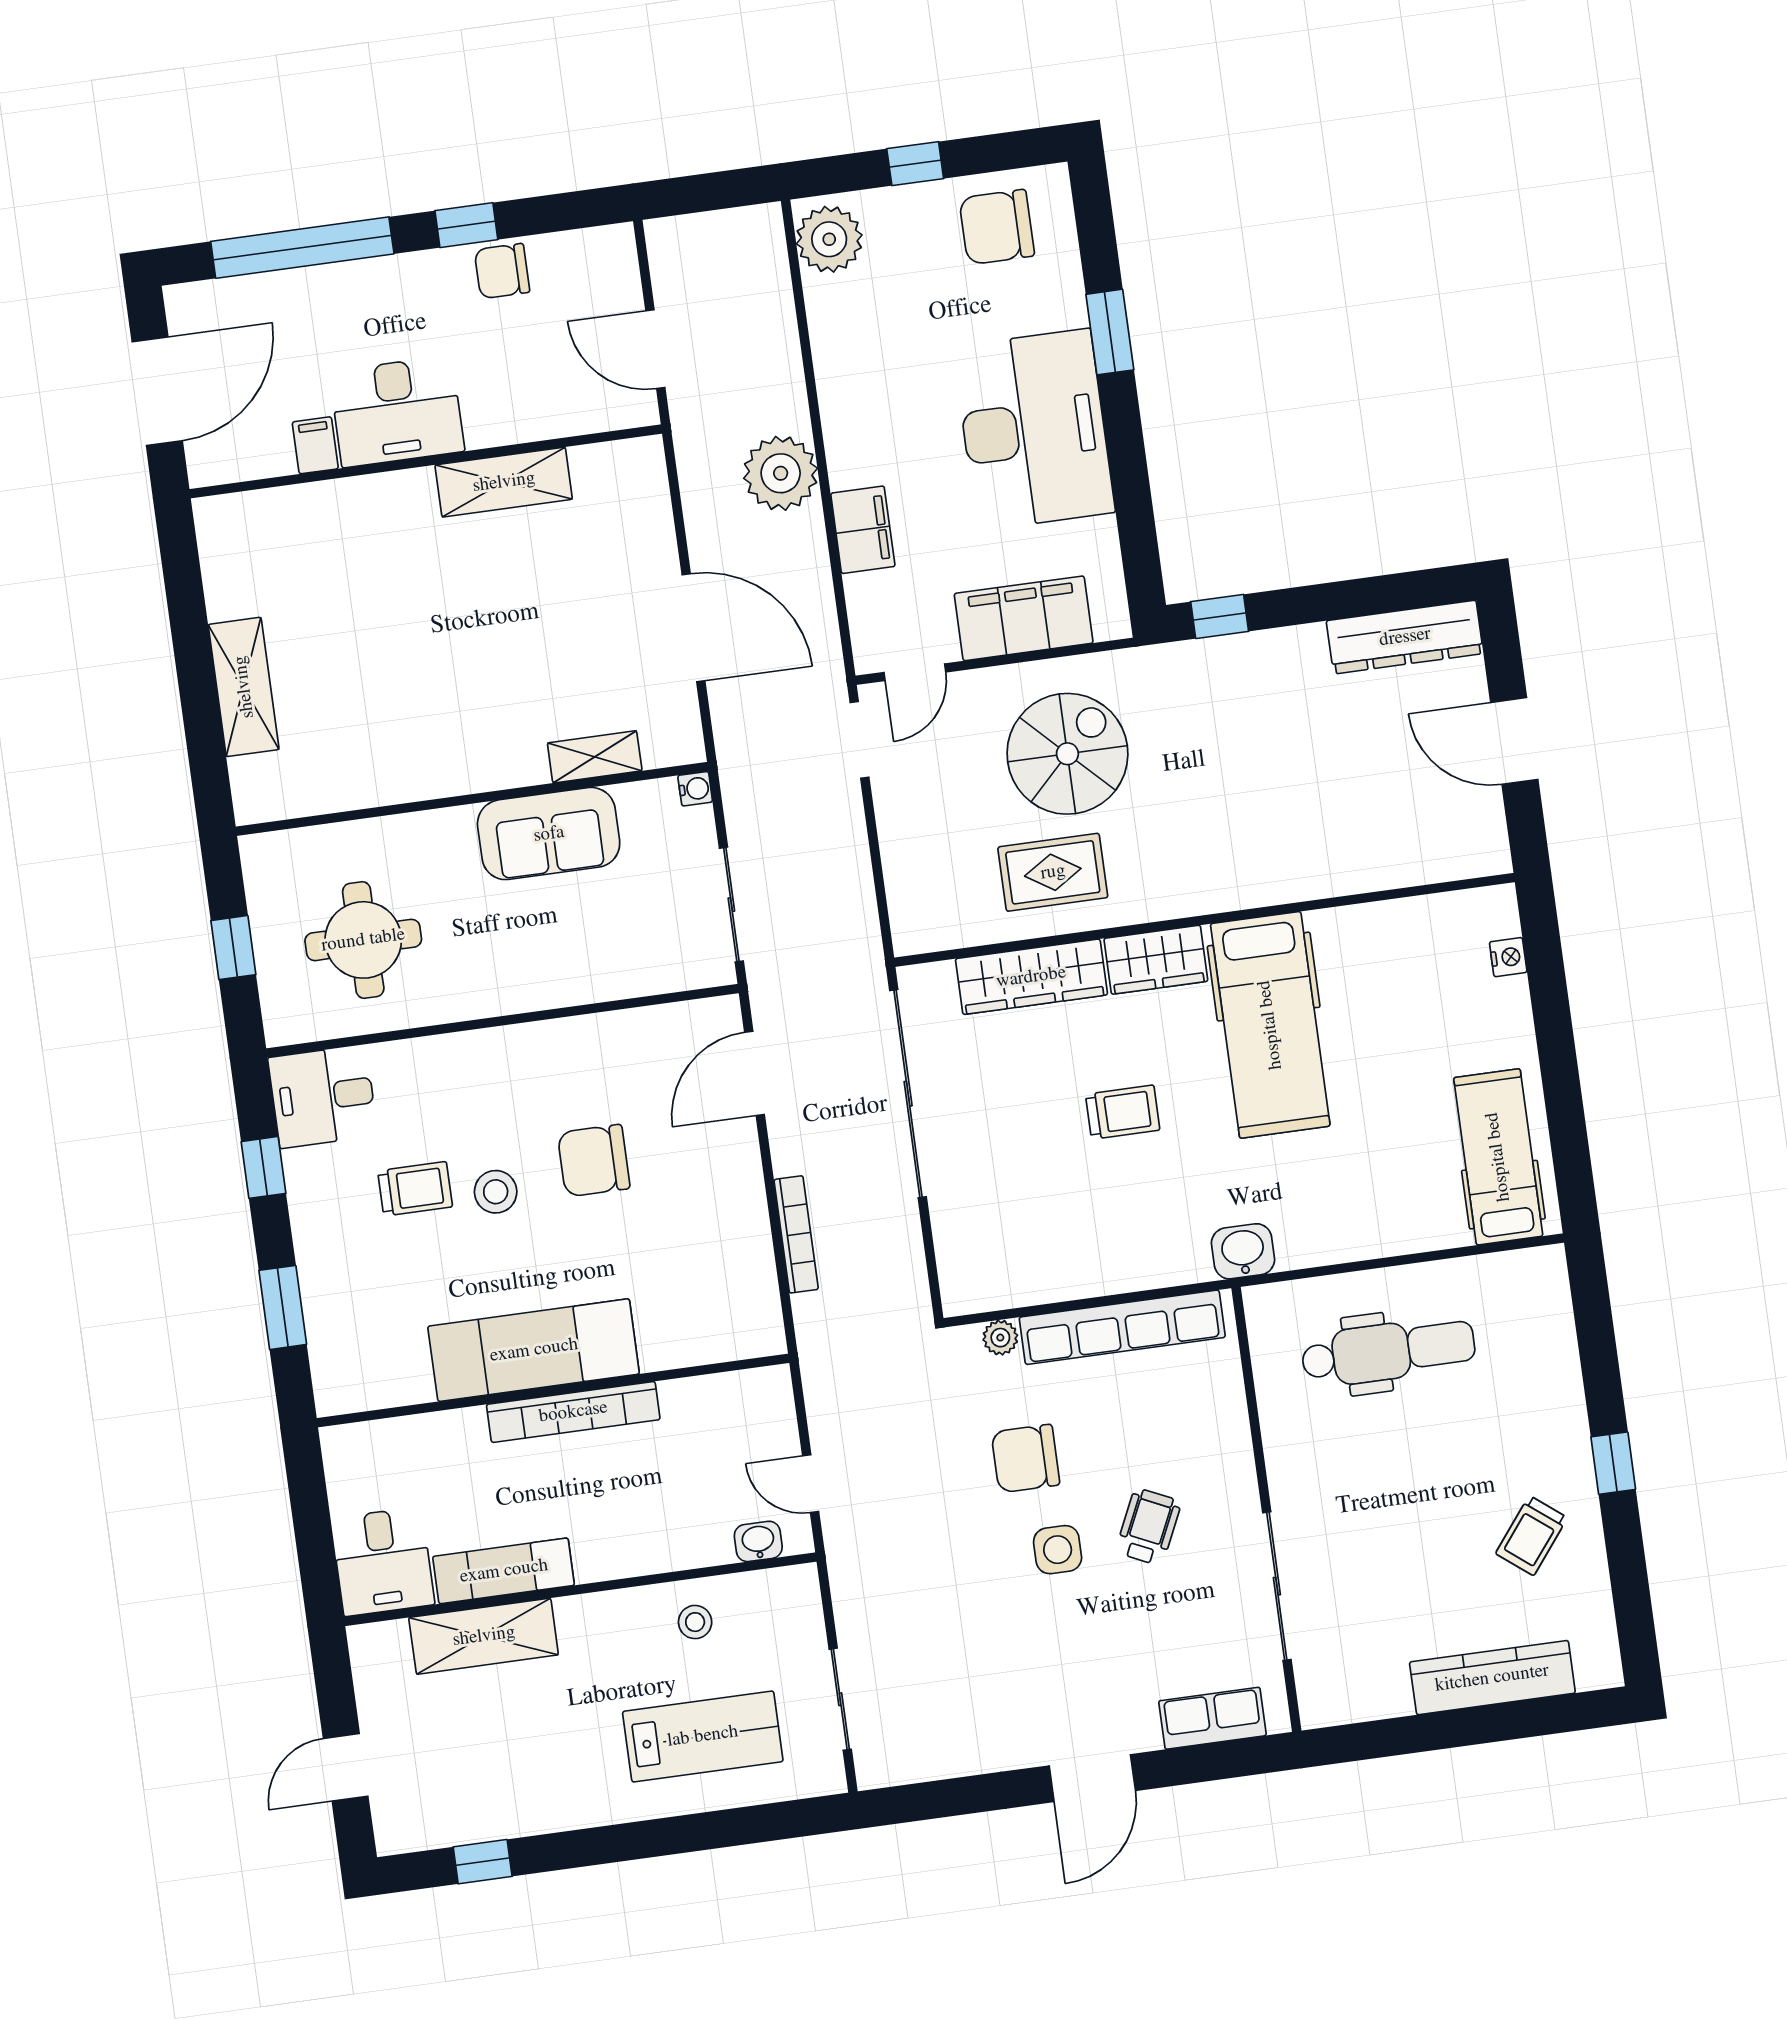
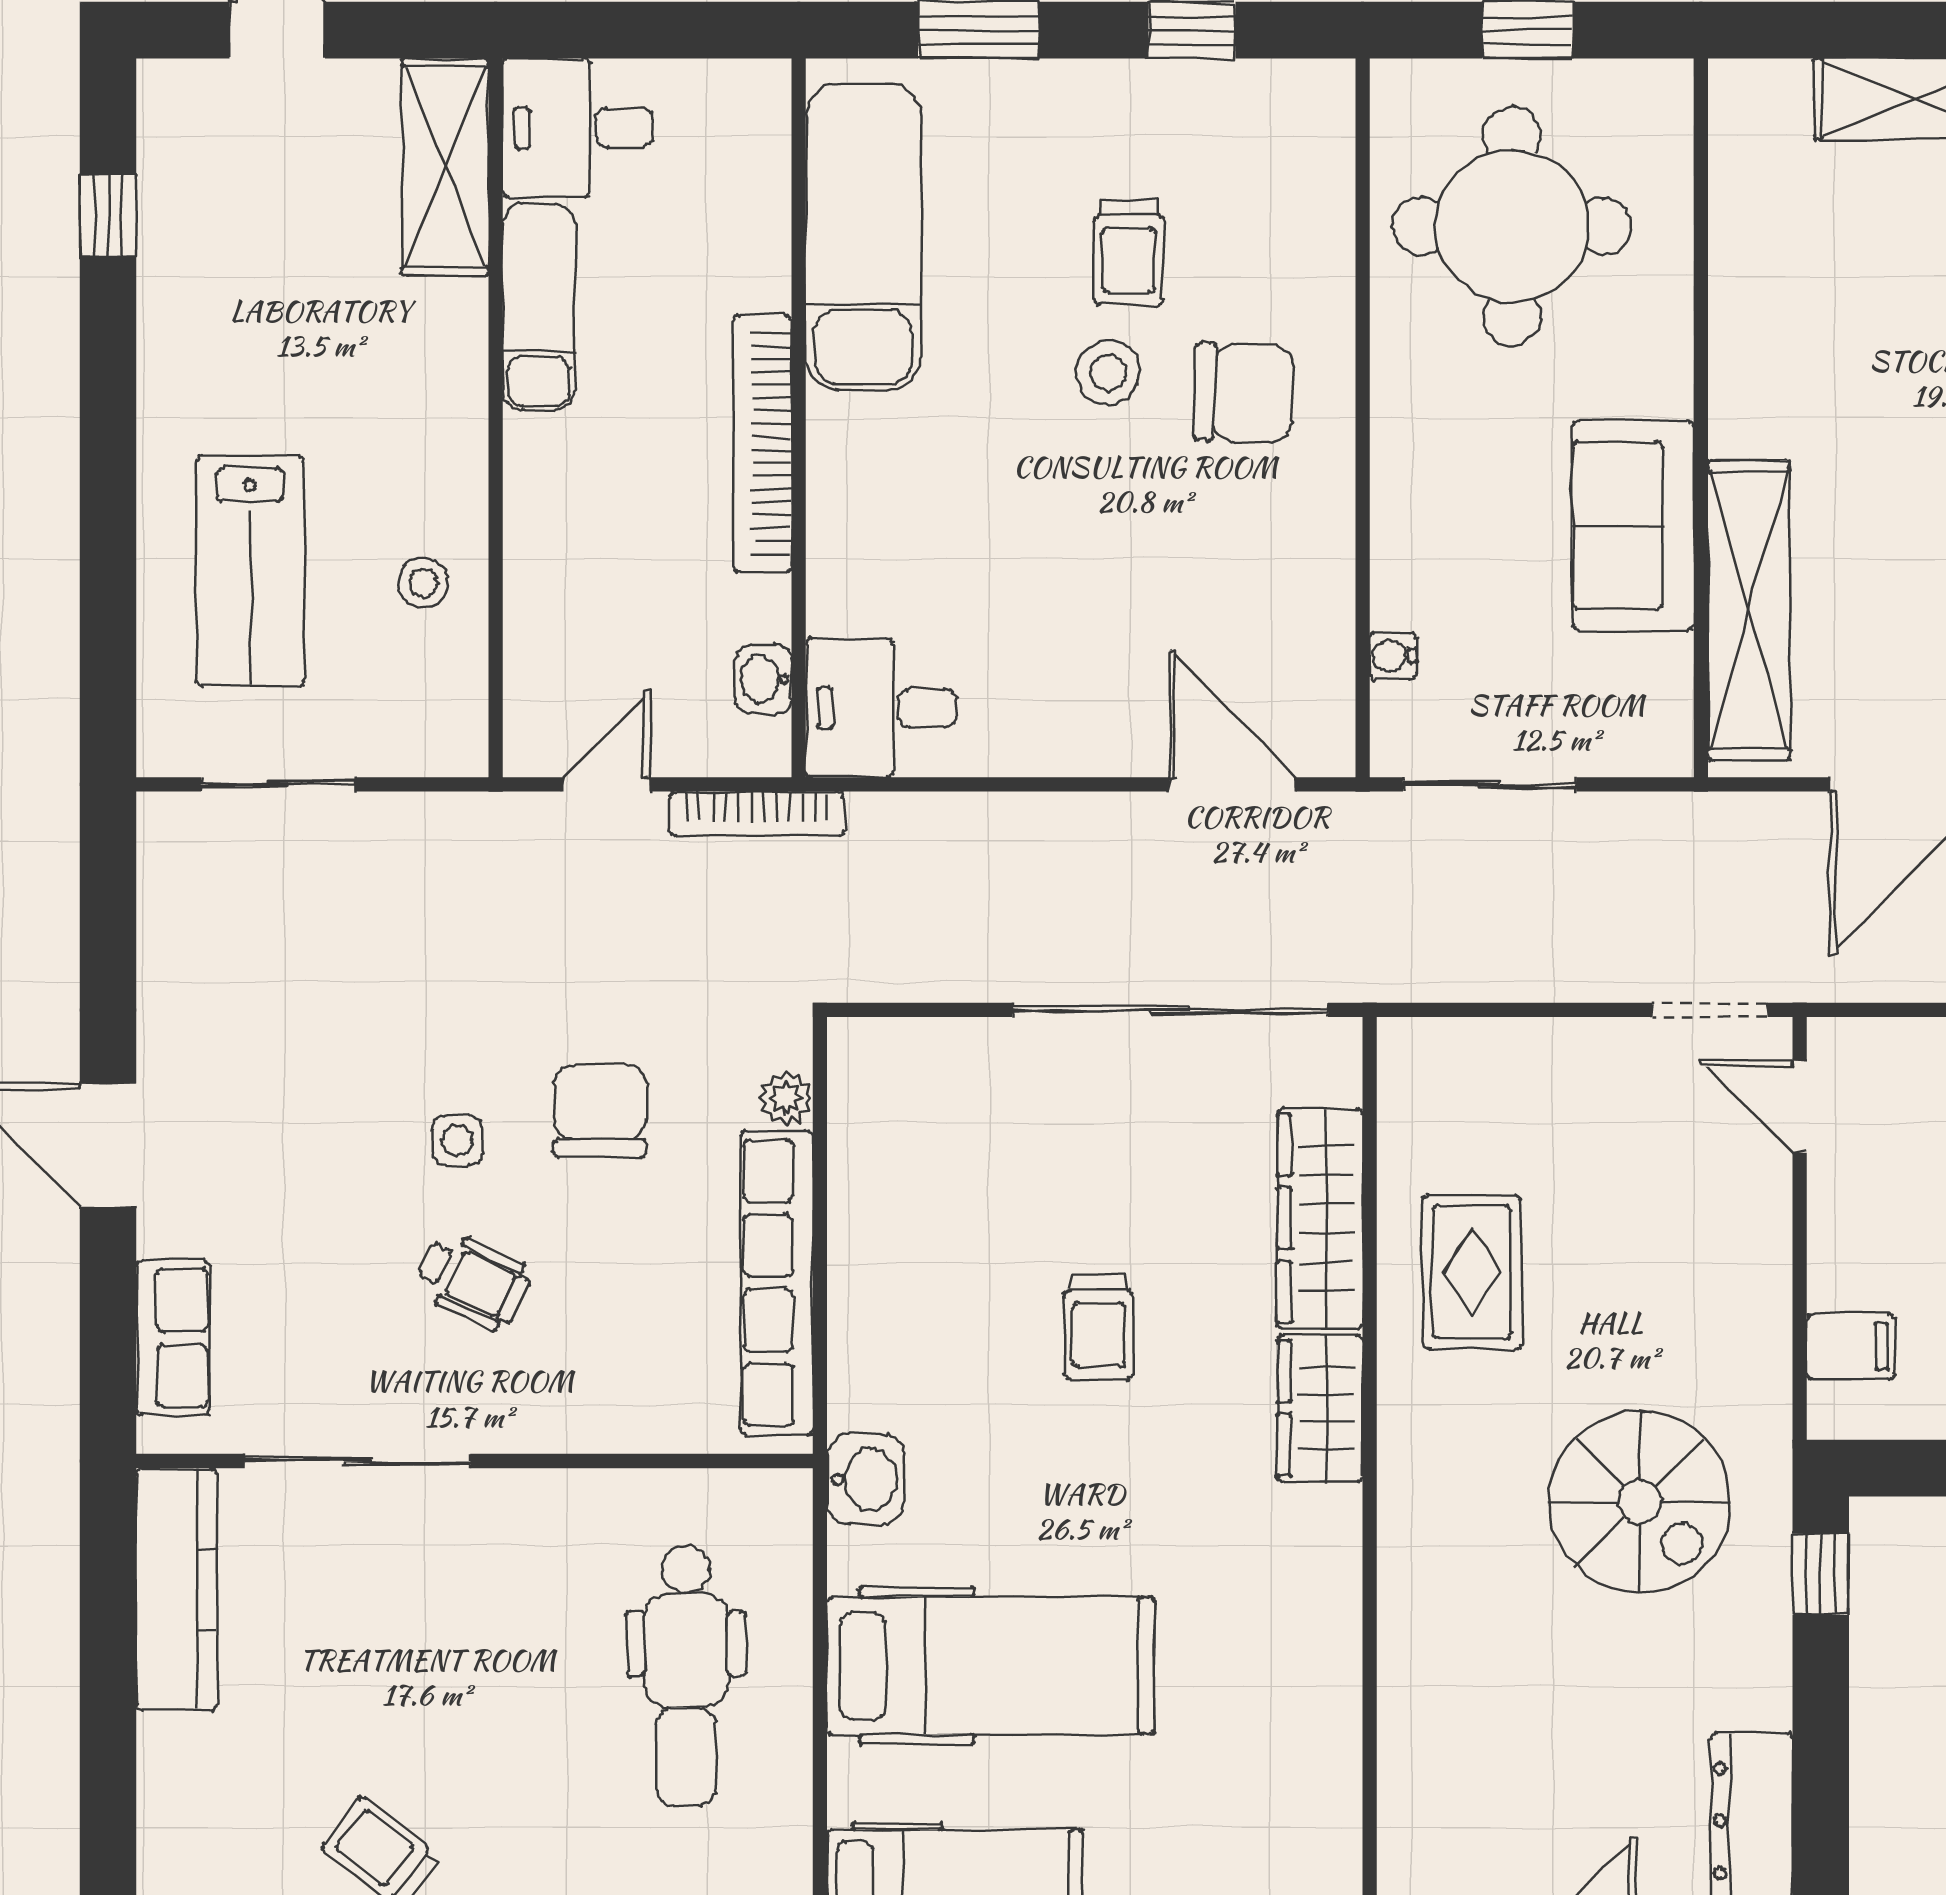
filing cabinet: (1024, 618) -> (1851, 1346), width x0.33, depth x0.86
spiral stairs: (1067, 754) -> (1640, 1502), moved
shelving: (595, 757) -> (1749, 610), width x2.20, depth x1.33
water cooler: (695, 789) -> (1393, 656), moved, turned 90
round table: (363, 940) -> (1512, 226), width x1.36, depth x1.36
hospital bed: (1270, 1025) -> (991, 1666), moved, turned 180
desk: (323, 1097) -> (881, 708), moved, turned -90
chair: (594, 1161) -> (1244, 393), moved, turned 92
bookcase: (796, 1234) -> (757, 814), moved
exam couch: (534, 1350) -> (863, 236), moved
washbasin: (758, 1541) -> (764, 679), moved, turned 180
side table: (1058, 1550) -> (457, 1140), width x0.73, depth x0.73
shelving: (484, 1636) -> (445, 167), moved
kitchen counter: (1492, 1678) -> (177, 1589), moved

